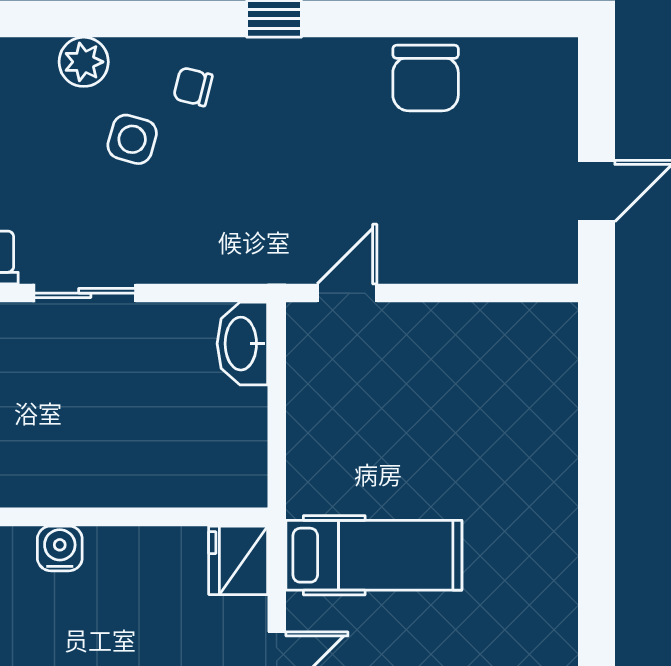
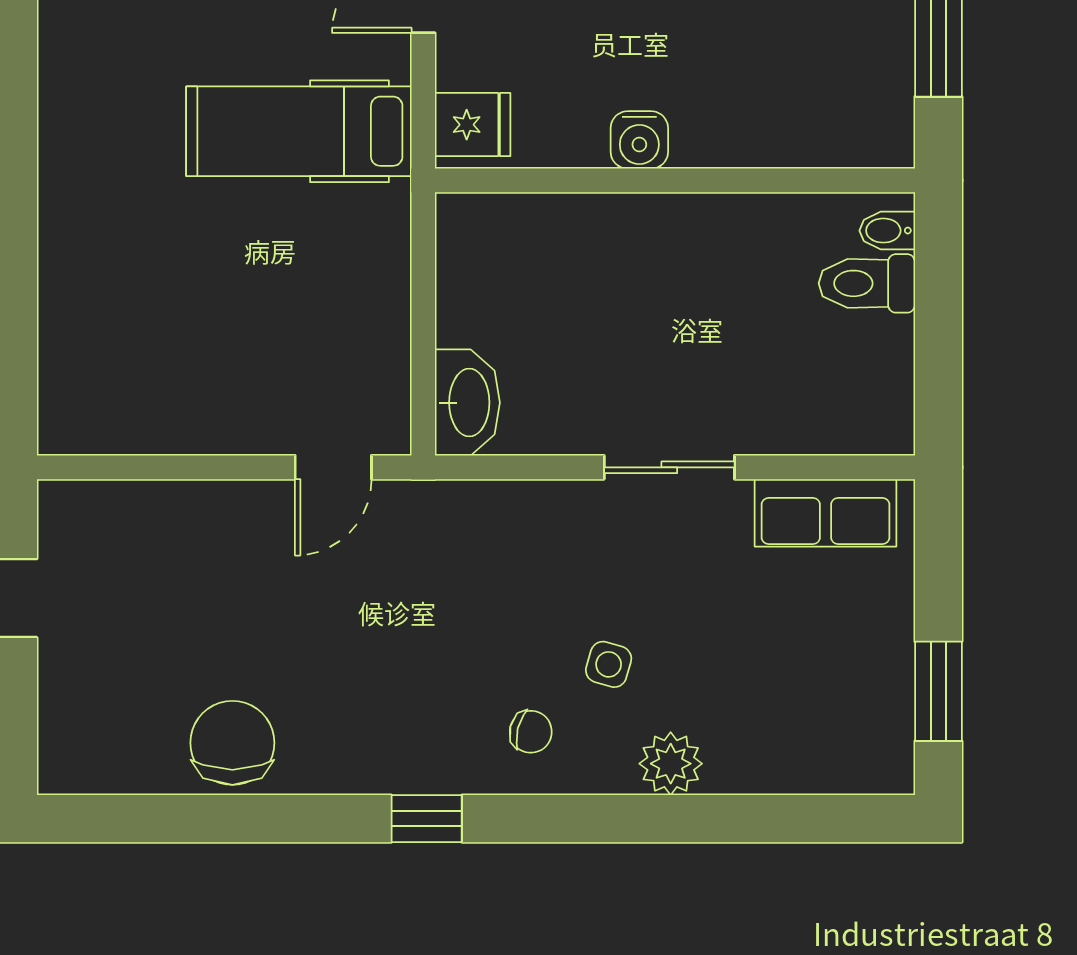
side table: (132, 139) -> (609, 664), width x0.73, depth x0.73
water cooler: (60, 548) -> (639, 140), moved
fridge: (238, 560) -> (473, 125), width x0.72

